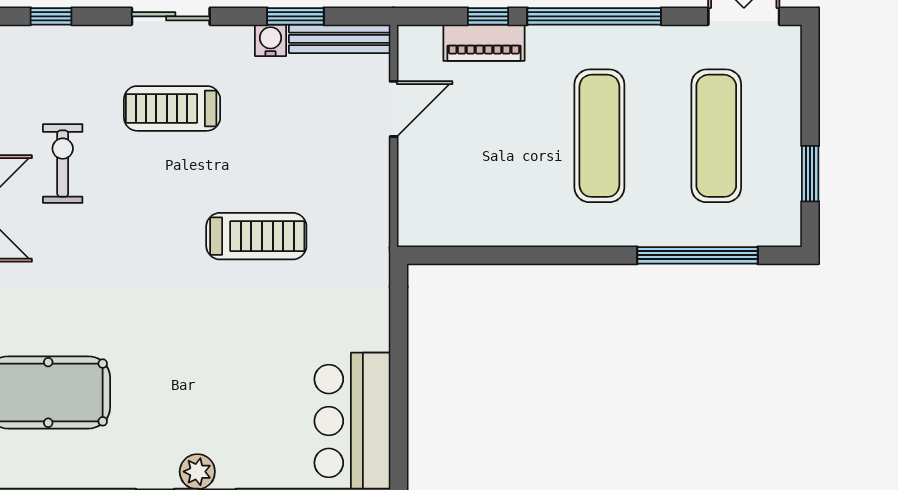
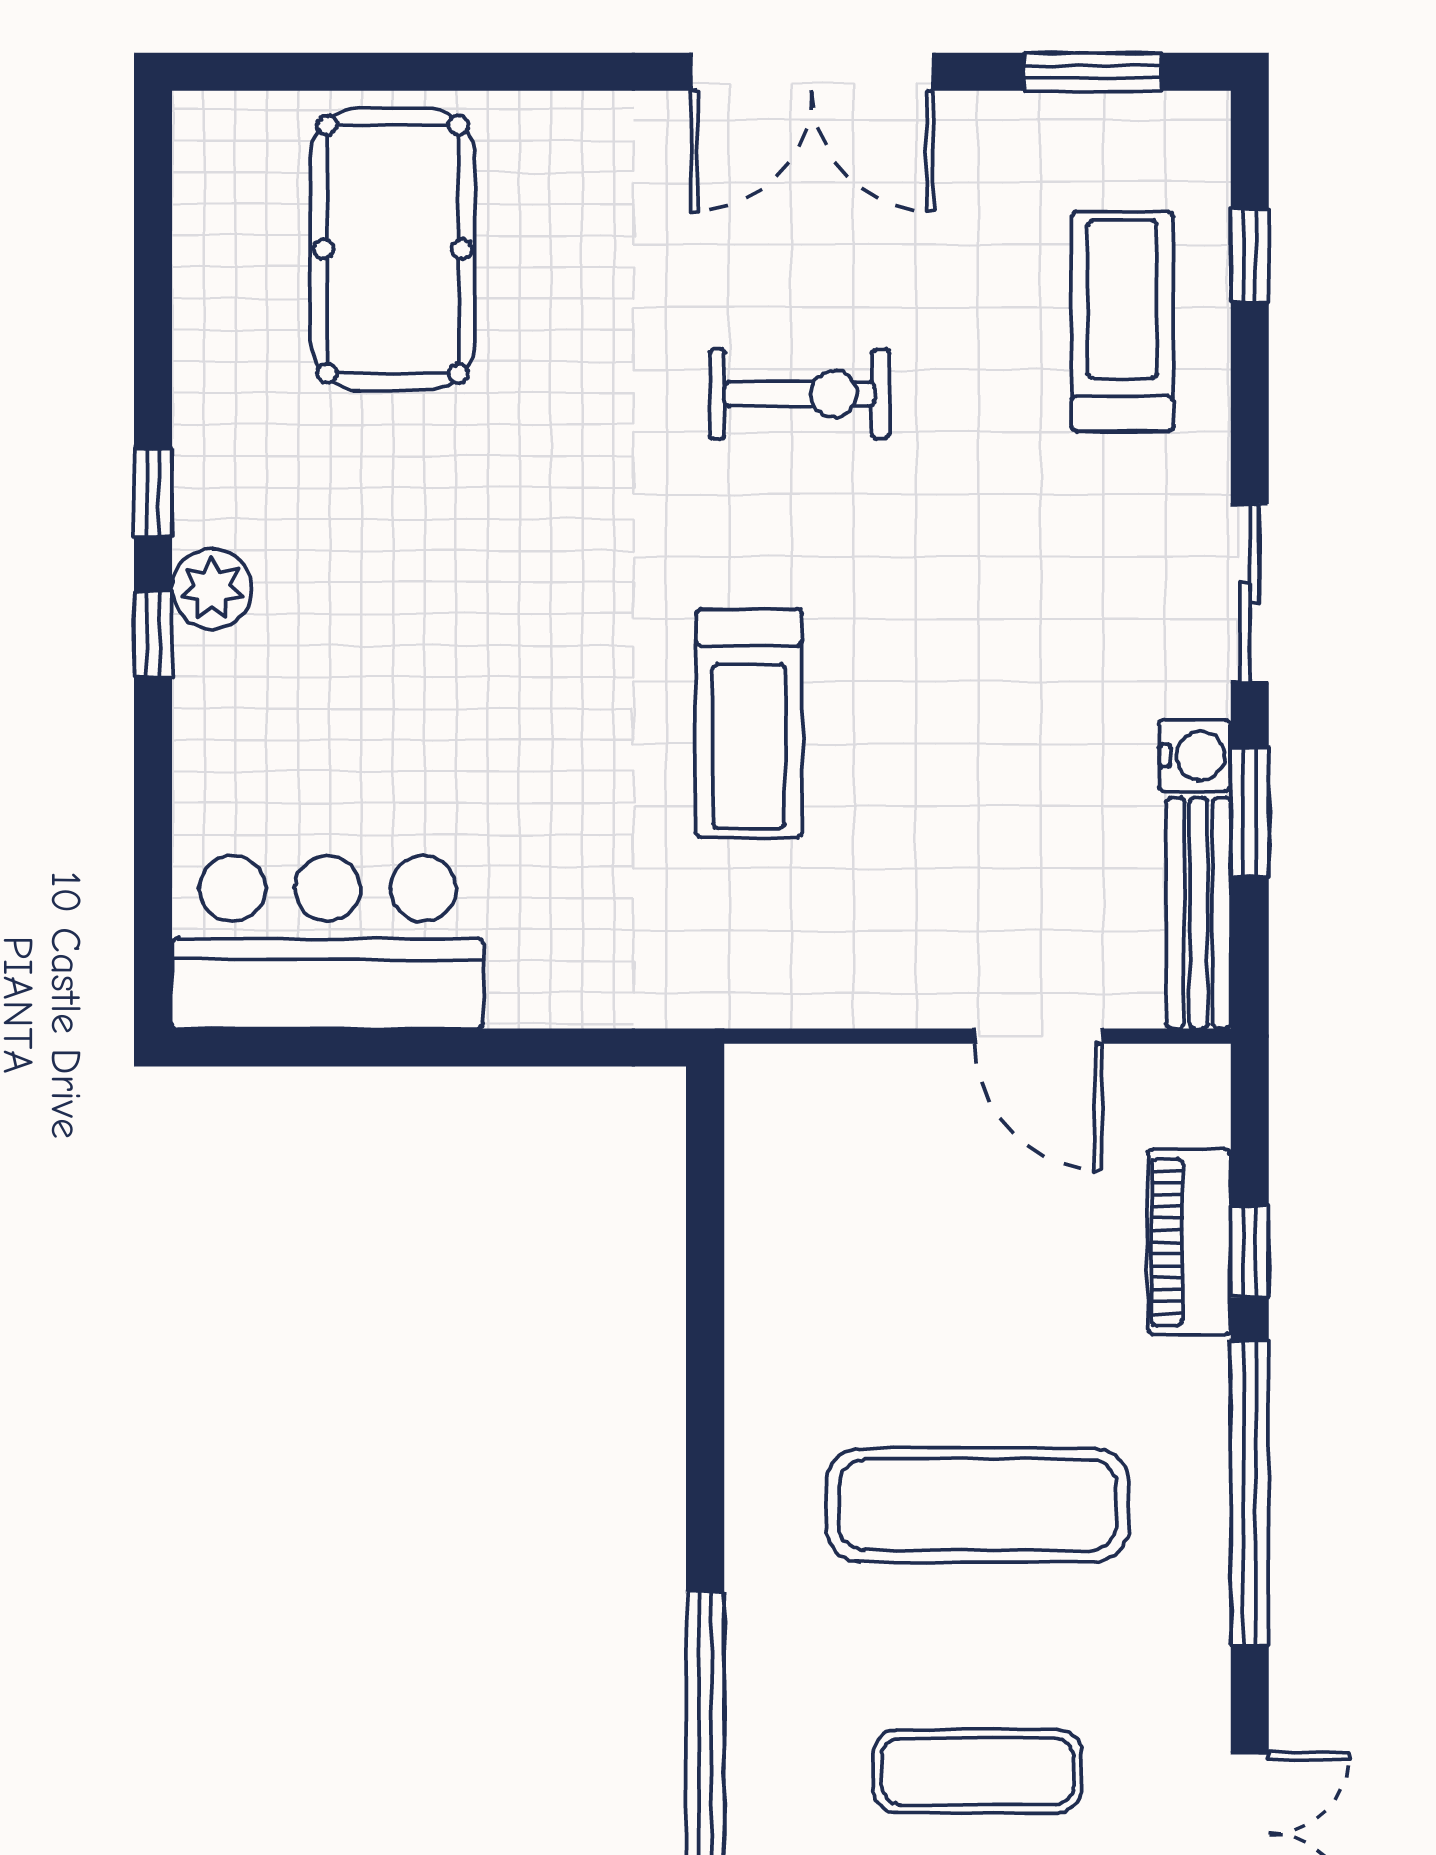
sliding door: (171, 16) -> (1250, 593), moved
treadmill: (172, 108) -> (1122, 321), moved
exercise mat: (716, 136) -> (977, 1771), width x0.73, depth x0.69
exercise bike: (63, 164) -> (800, 394), moved

